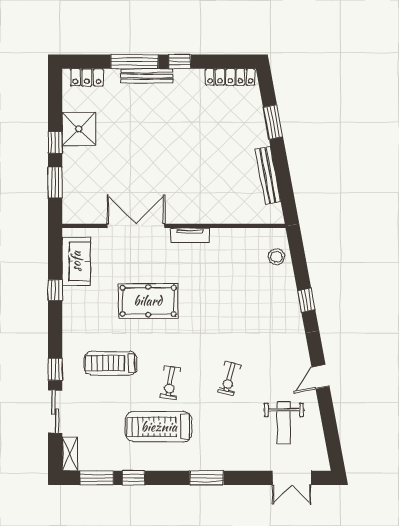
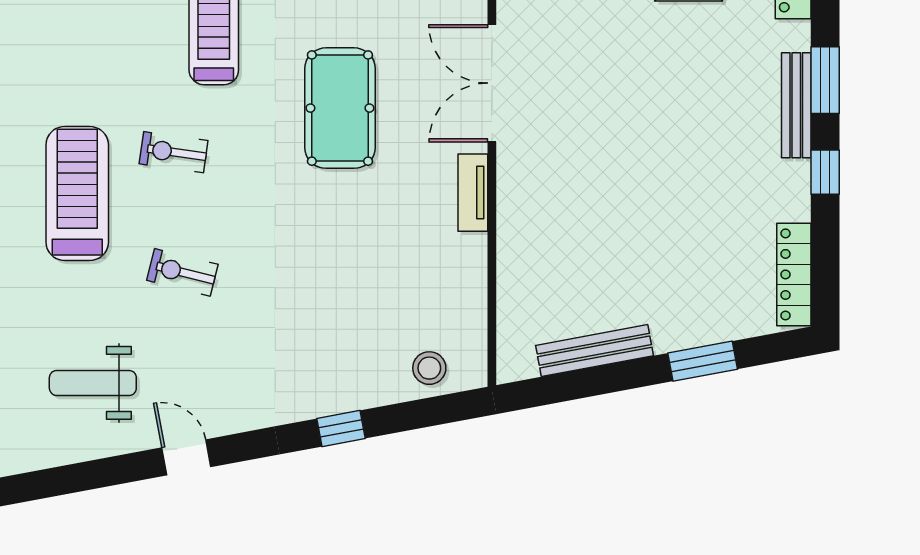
window: (134, 62) -> (825, 80), width x0.69
double door: (136, 226) -> (492, 83), swing flipped
treadmill: (159, 427) -> (77, 193), moved

